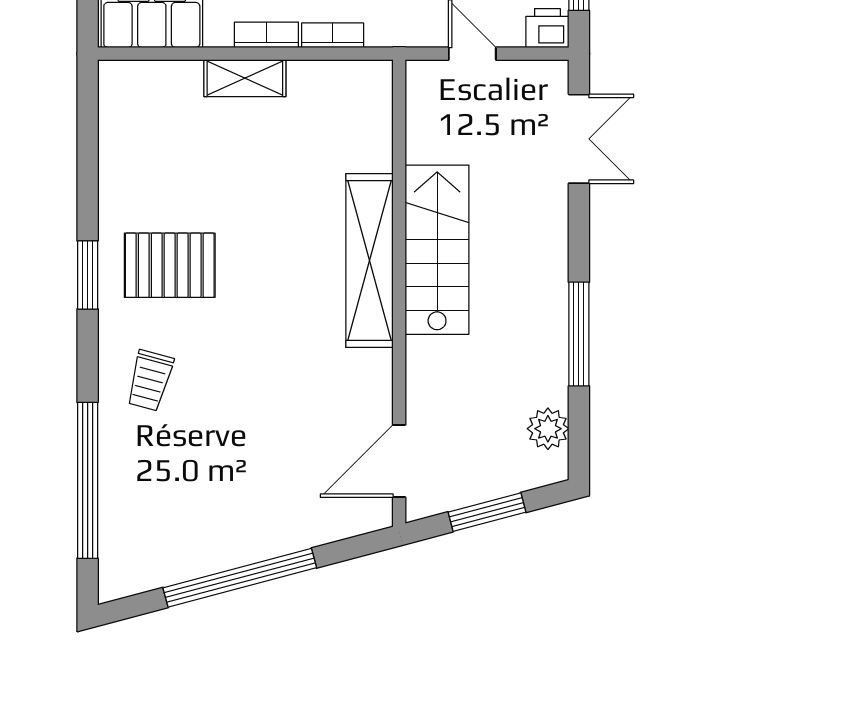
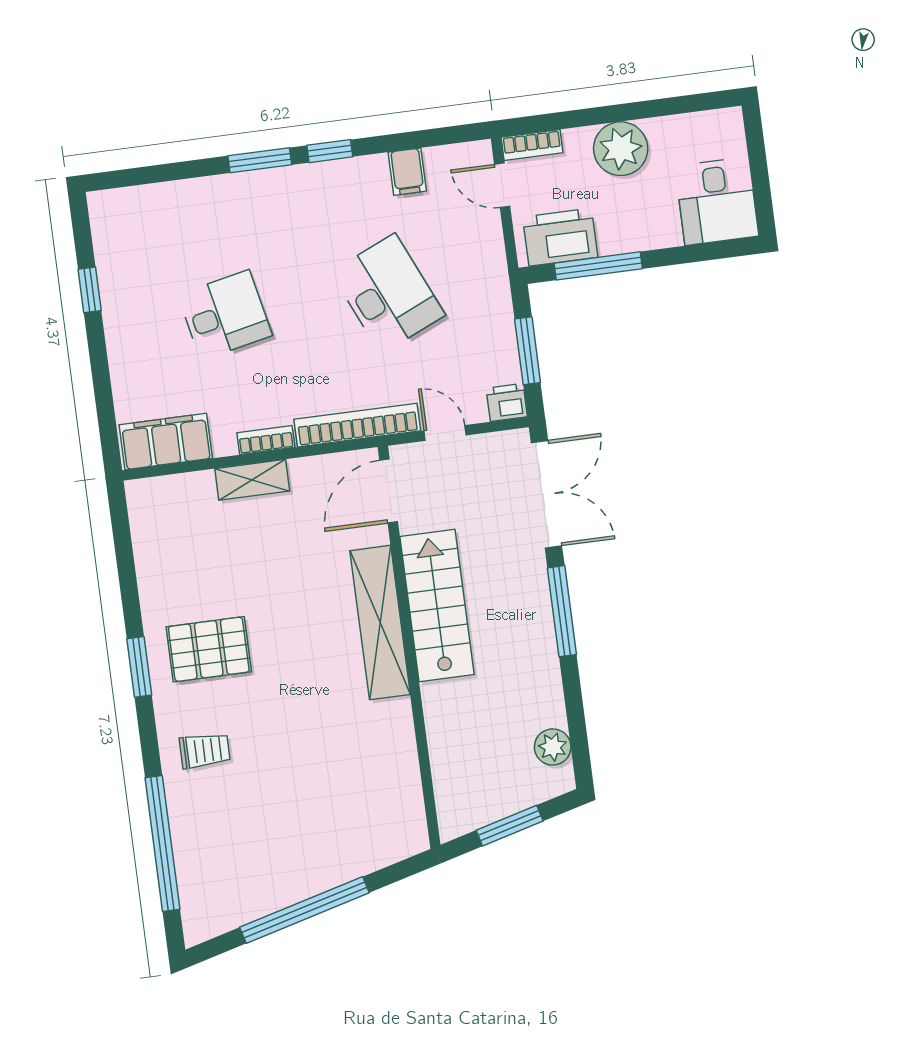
bookcase: (333, 35) -> (357, 425), width x2.31, depth x1.31
double door: (579, 139) -> (546, 494), width x1.37
window: (579, 334) -> (562, 611), moved
trolley: (150, 380) -> (205, 751), turned -105
door: (399, 461) -> (389, 491), moved

